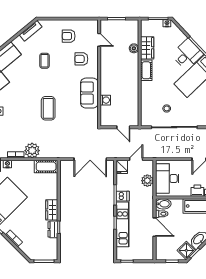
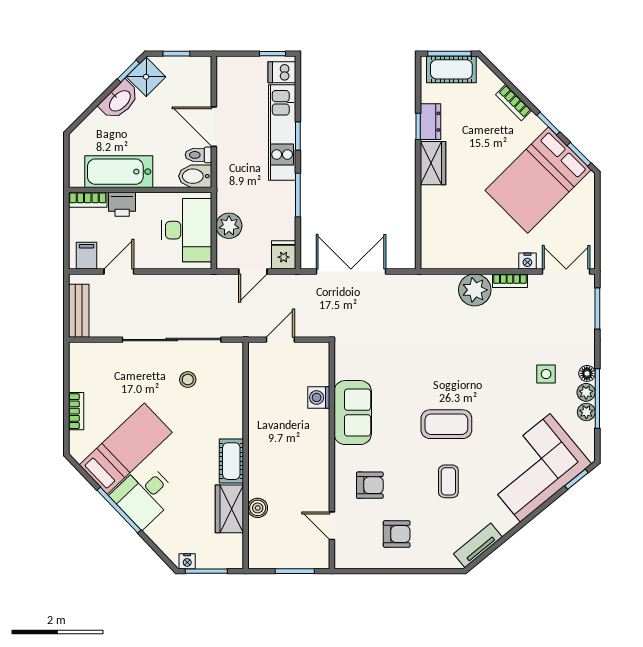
coffee table: (48, 108) -> (446, 424), moved, turned 90
door: (123, 127) -> (280, 340), hinge flipped
cot: (46, 166) -> (451, 69), moved
dishwasher: (123, 196) -> (282, 72), moved

